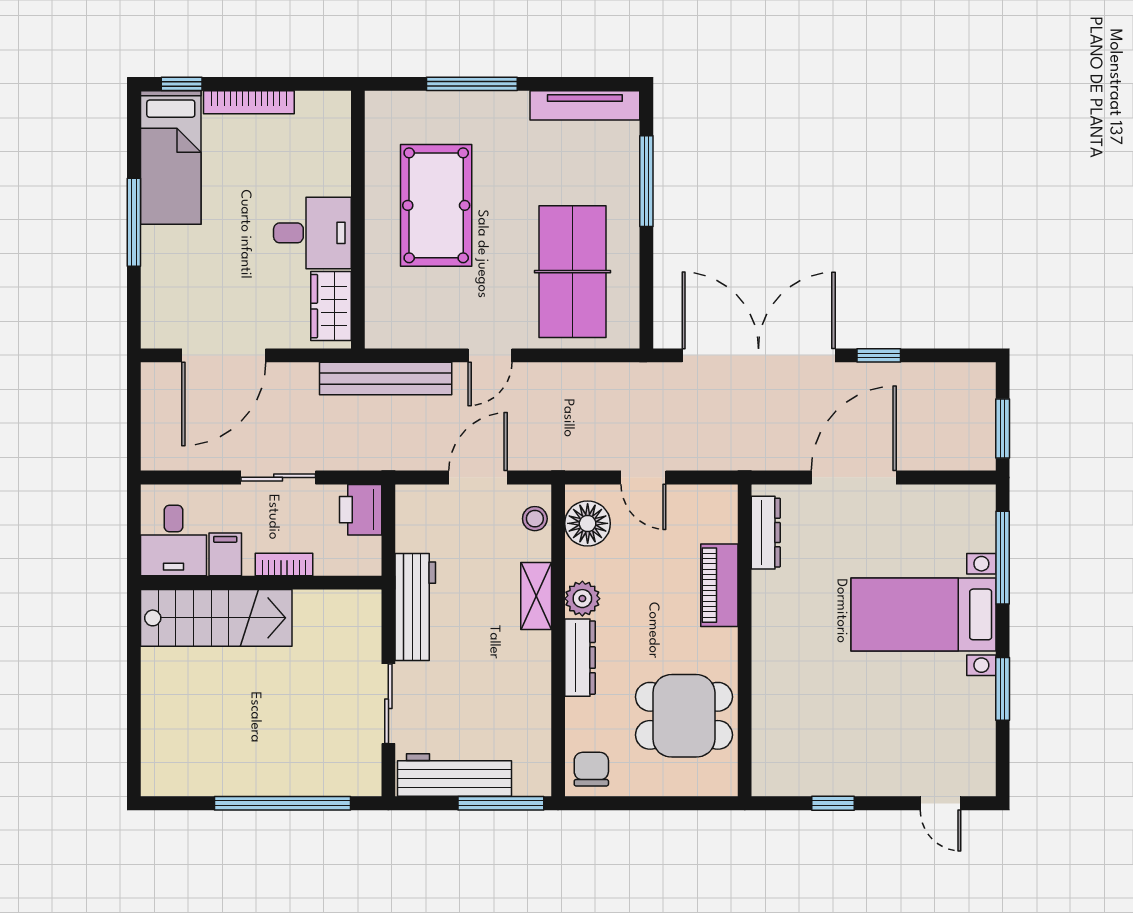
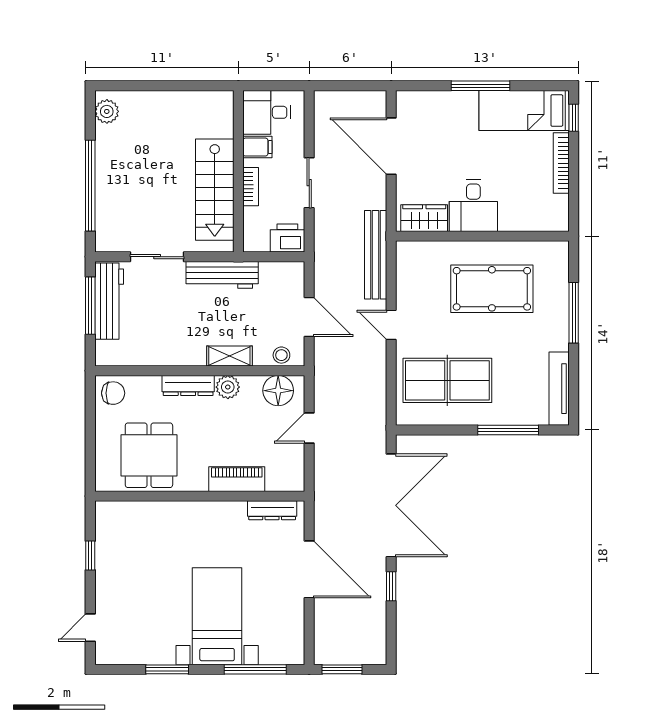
stairs: (216, 618) -> (215, 190), moved
plant: (172, 779) -> (107, 111), added
window: (501, 803) -> (90, 306), moved

